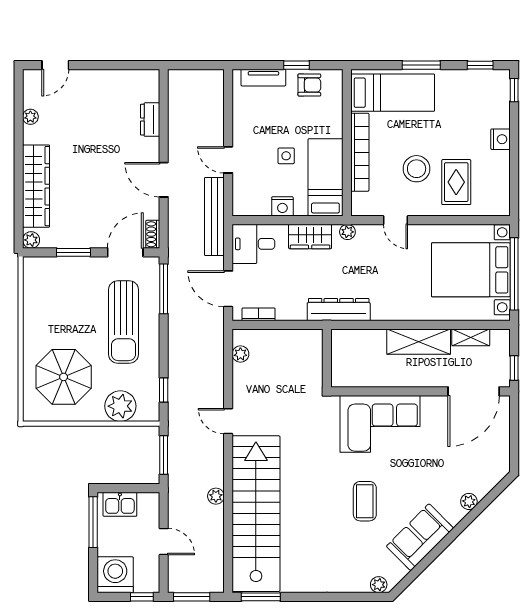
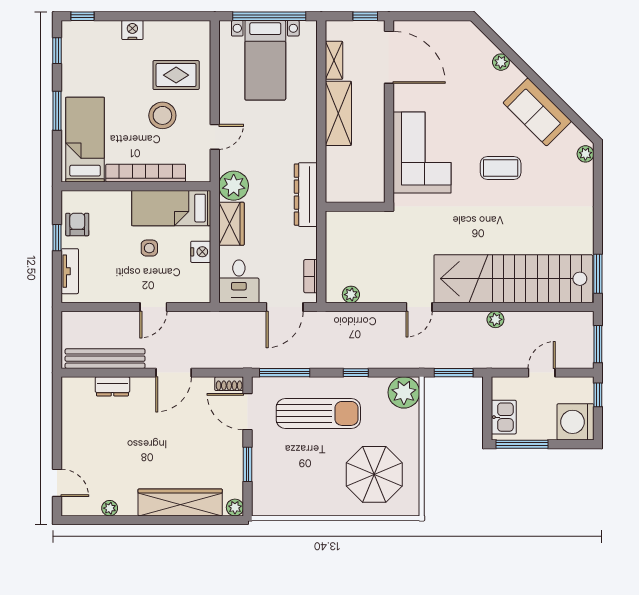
bench: (214, 217) -> (105, 359), moved
plant: (347, 232) -> (234, 186), width x1.88, depth x1.88
bed with nightstands: (471, 270) -> (265, 60), width x0.73
window: (164, 390) -> (356, 373), moved
plant: (120, 406) -> (404, 392), moved

